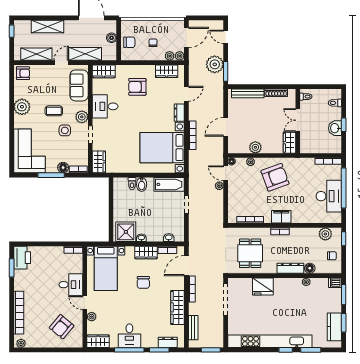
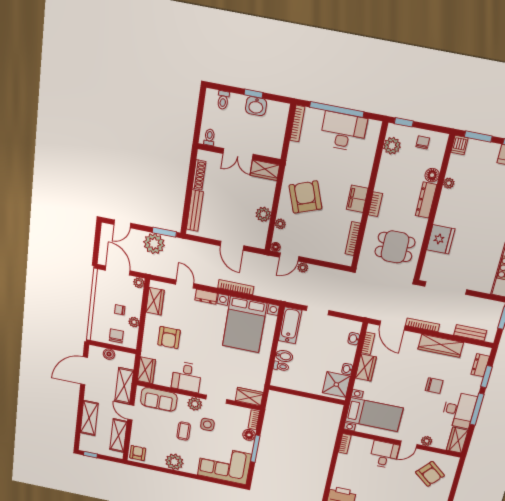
plant: (170, 56) -> (134, 322), moved
chair: (143, 282) -> (434, 386), moved
desk: (129, 336) -> (459, 410), width x1.37

